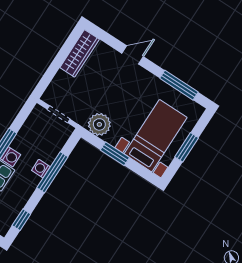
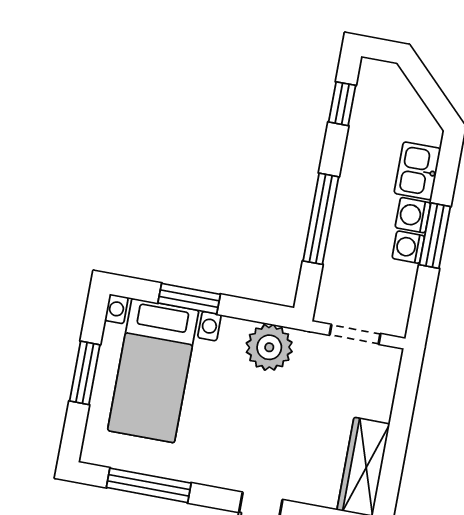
window: (115, 154) -> (189, 299), moved
washing machine: (41, 169) -> (408, 247), moved, turned 180

